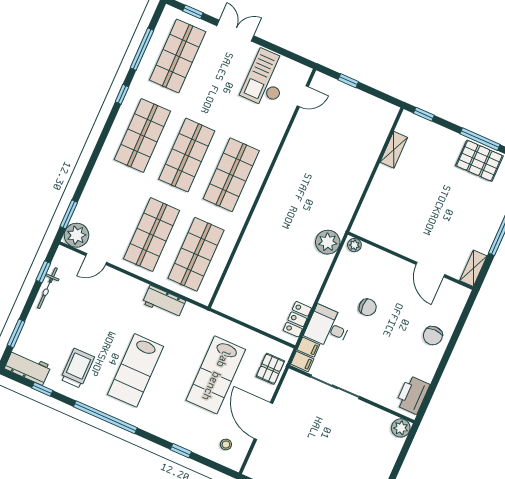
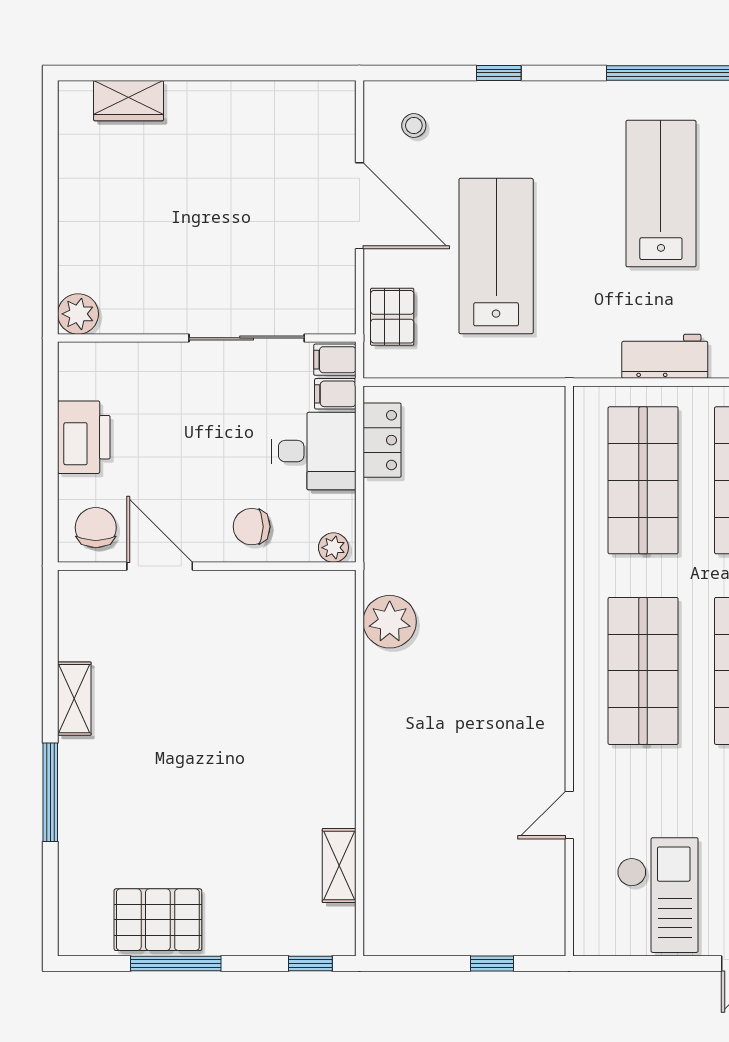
door: (303, 96) -> (569, 815), moved
plant: (354, 245) -> (333, 548), moved
wall: (411, 261) -> (207, 566), moved
door: (430, 269) -> (160, 566), moved
printer: (413, 395) -> (84, 437), moved

